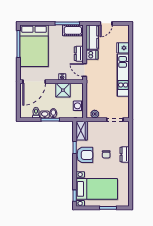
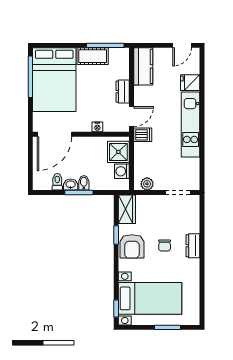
door: (106, 23) -> (182, 45), moved
cot: (73, 30) -> (93, 56), moved
dishwasher: (92, 55) -> (143, 135), moved
door: (85, 70) -> (132, 117), swing flipped
shower: (63, 90) -> (118, 152), moved
armchair: (85, 155) -> (132, 246), turned 90

